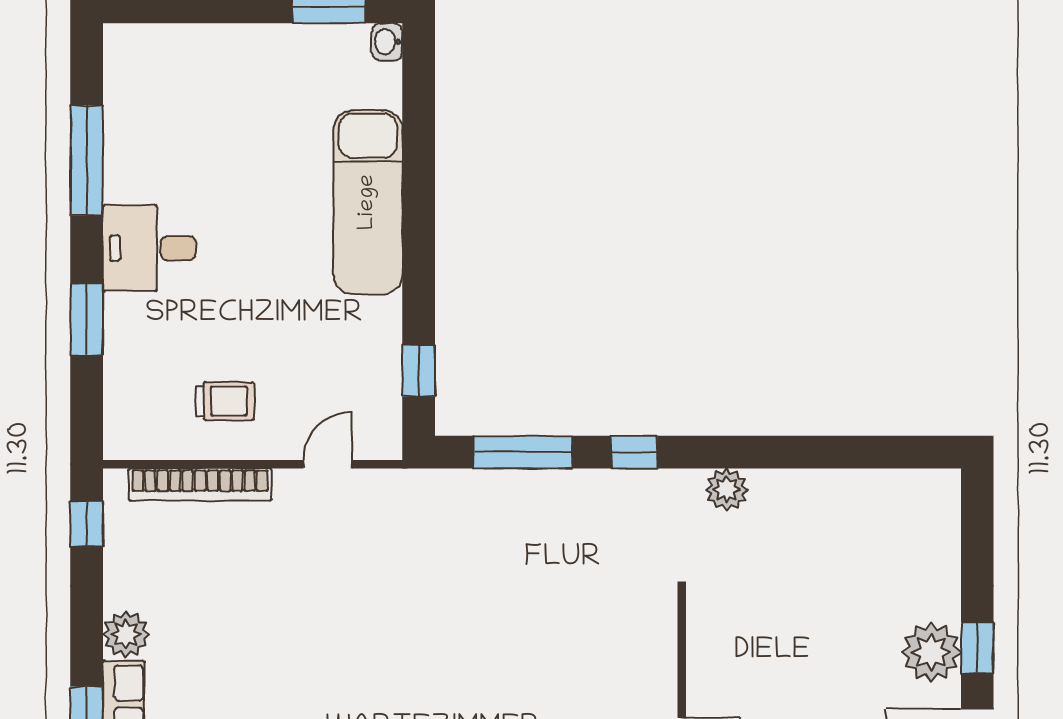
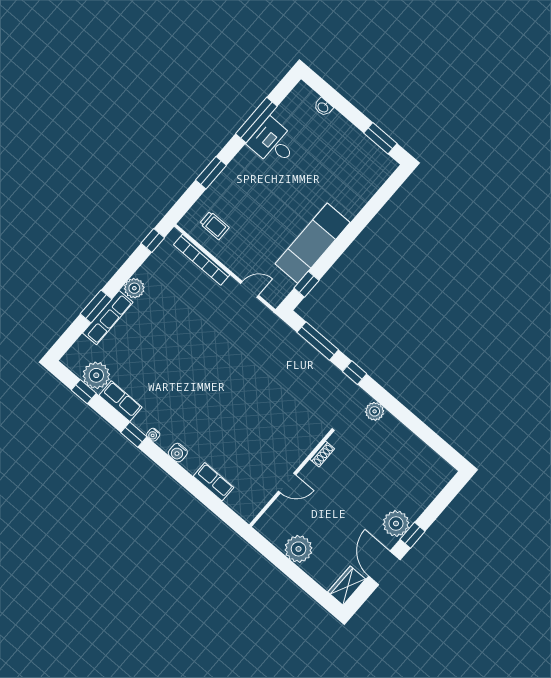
washbasin: (387, 42) -> (323, 107), moved, turned -90
exam couch: (368, 202) -> (313, 243), moved
desk: (149, 248) -> (273, 143), moved
trolley: (225, 401) -> (214, 225), moved
shoe rack: (699, 641) -> (322, 454), added

